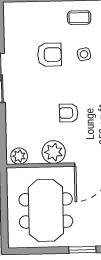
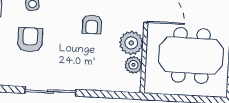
plant: (19, 156) -> (133, 65), moved

